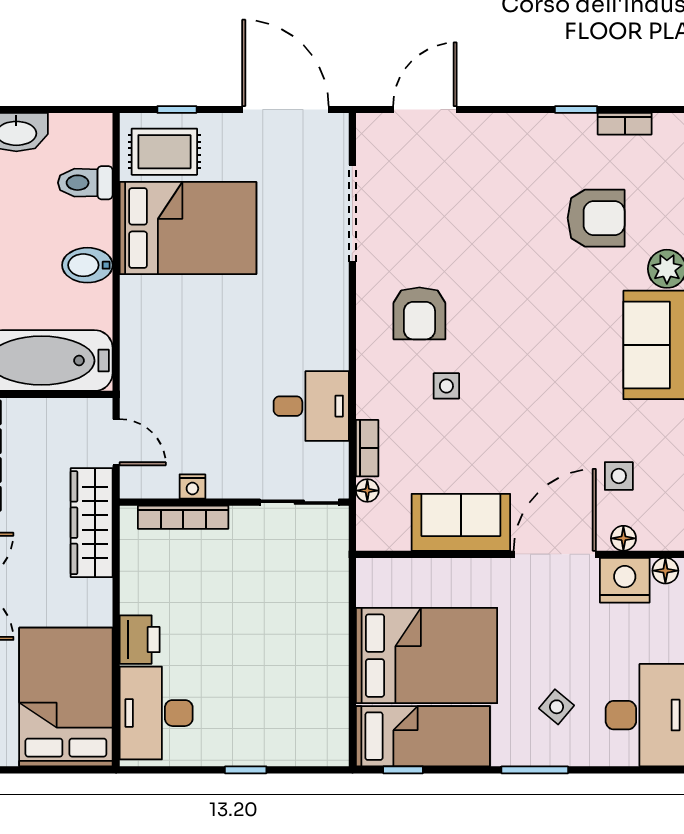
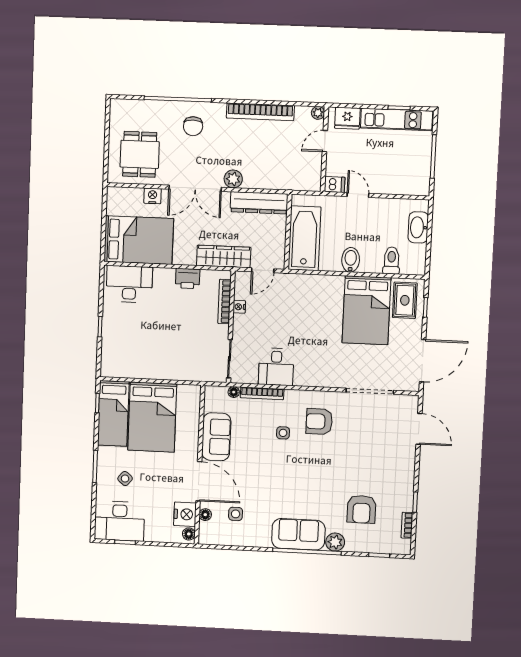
bookcase: (367, 448) -> (262, 393), width x1.56
printer: (140, 640) -> (188, 279), moved

